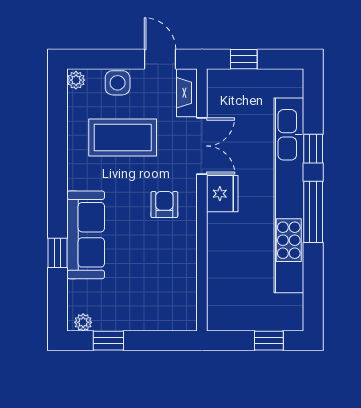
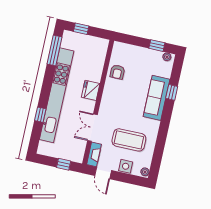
fridge: (222, 194) -> (91, 90), moved
armchair: (164, 205) -> (117, 72), moved
window: (313, 212) -> (54, 51), moved

